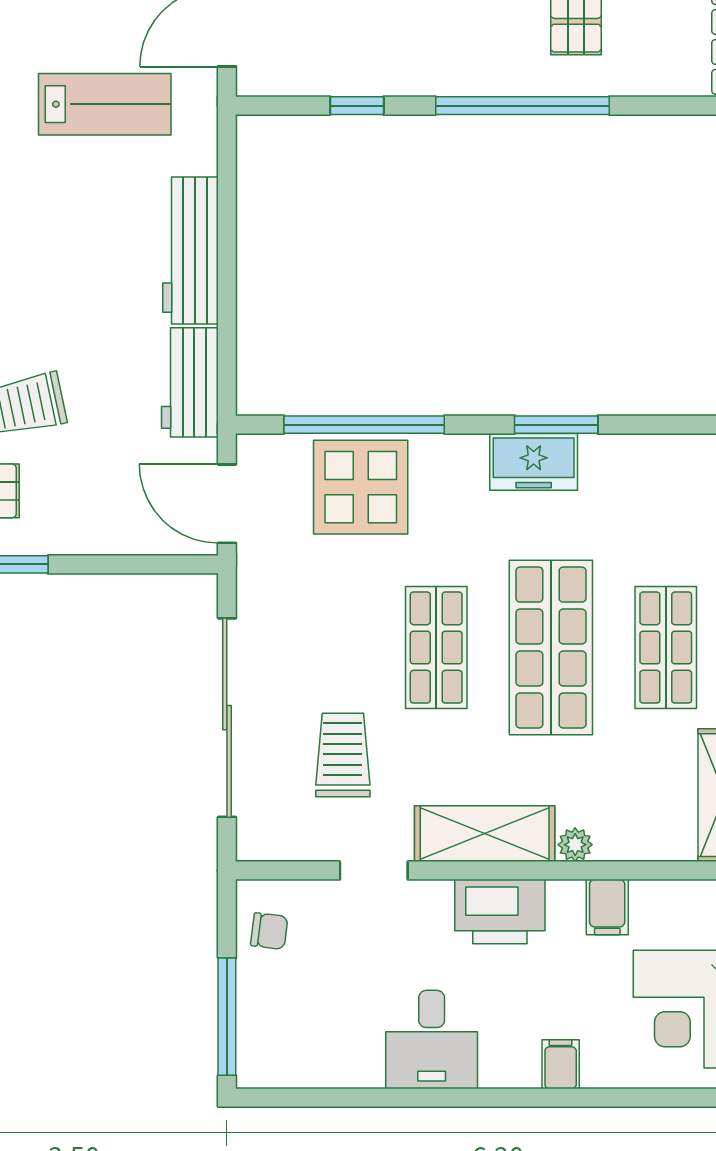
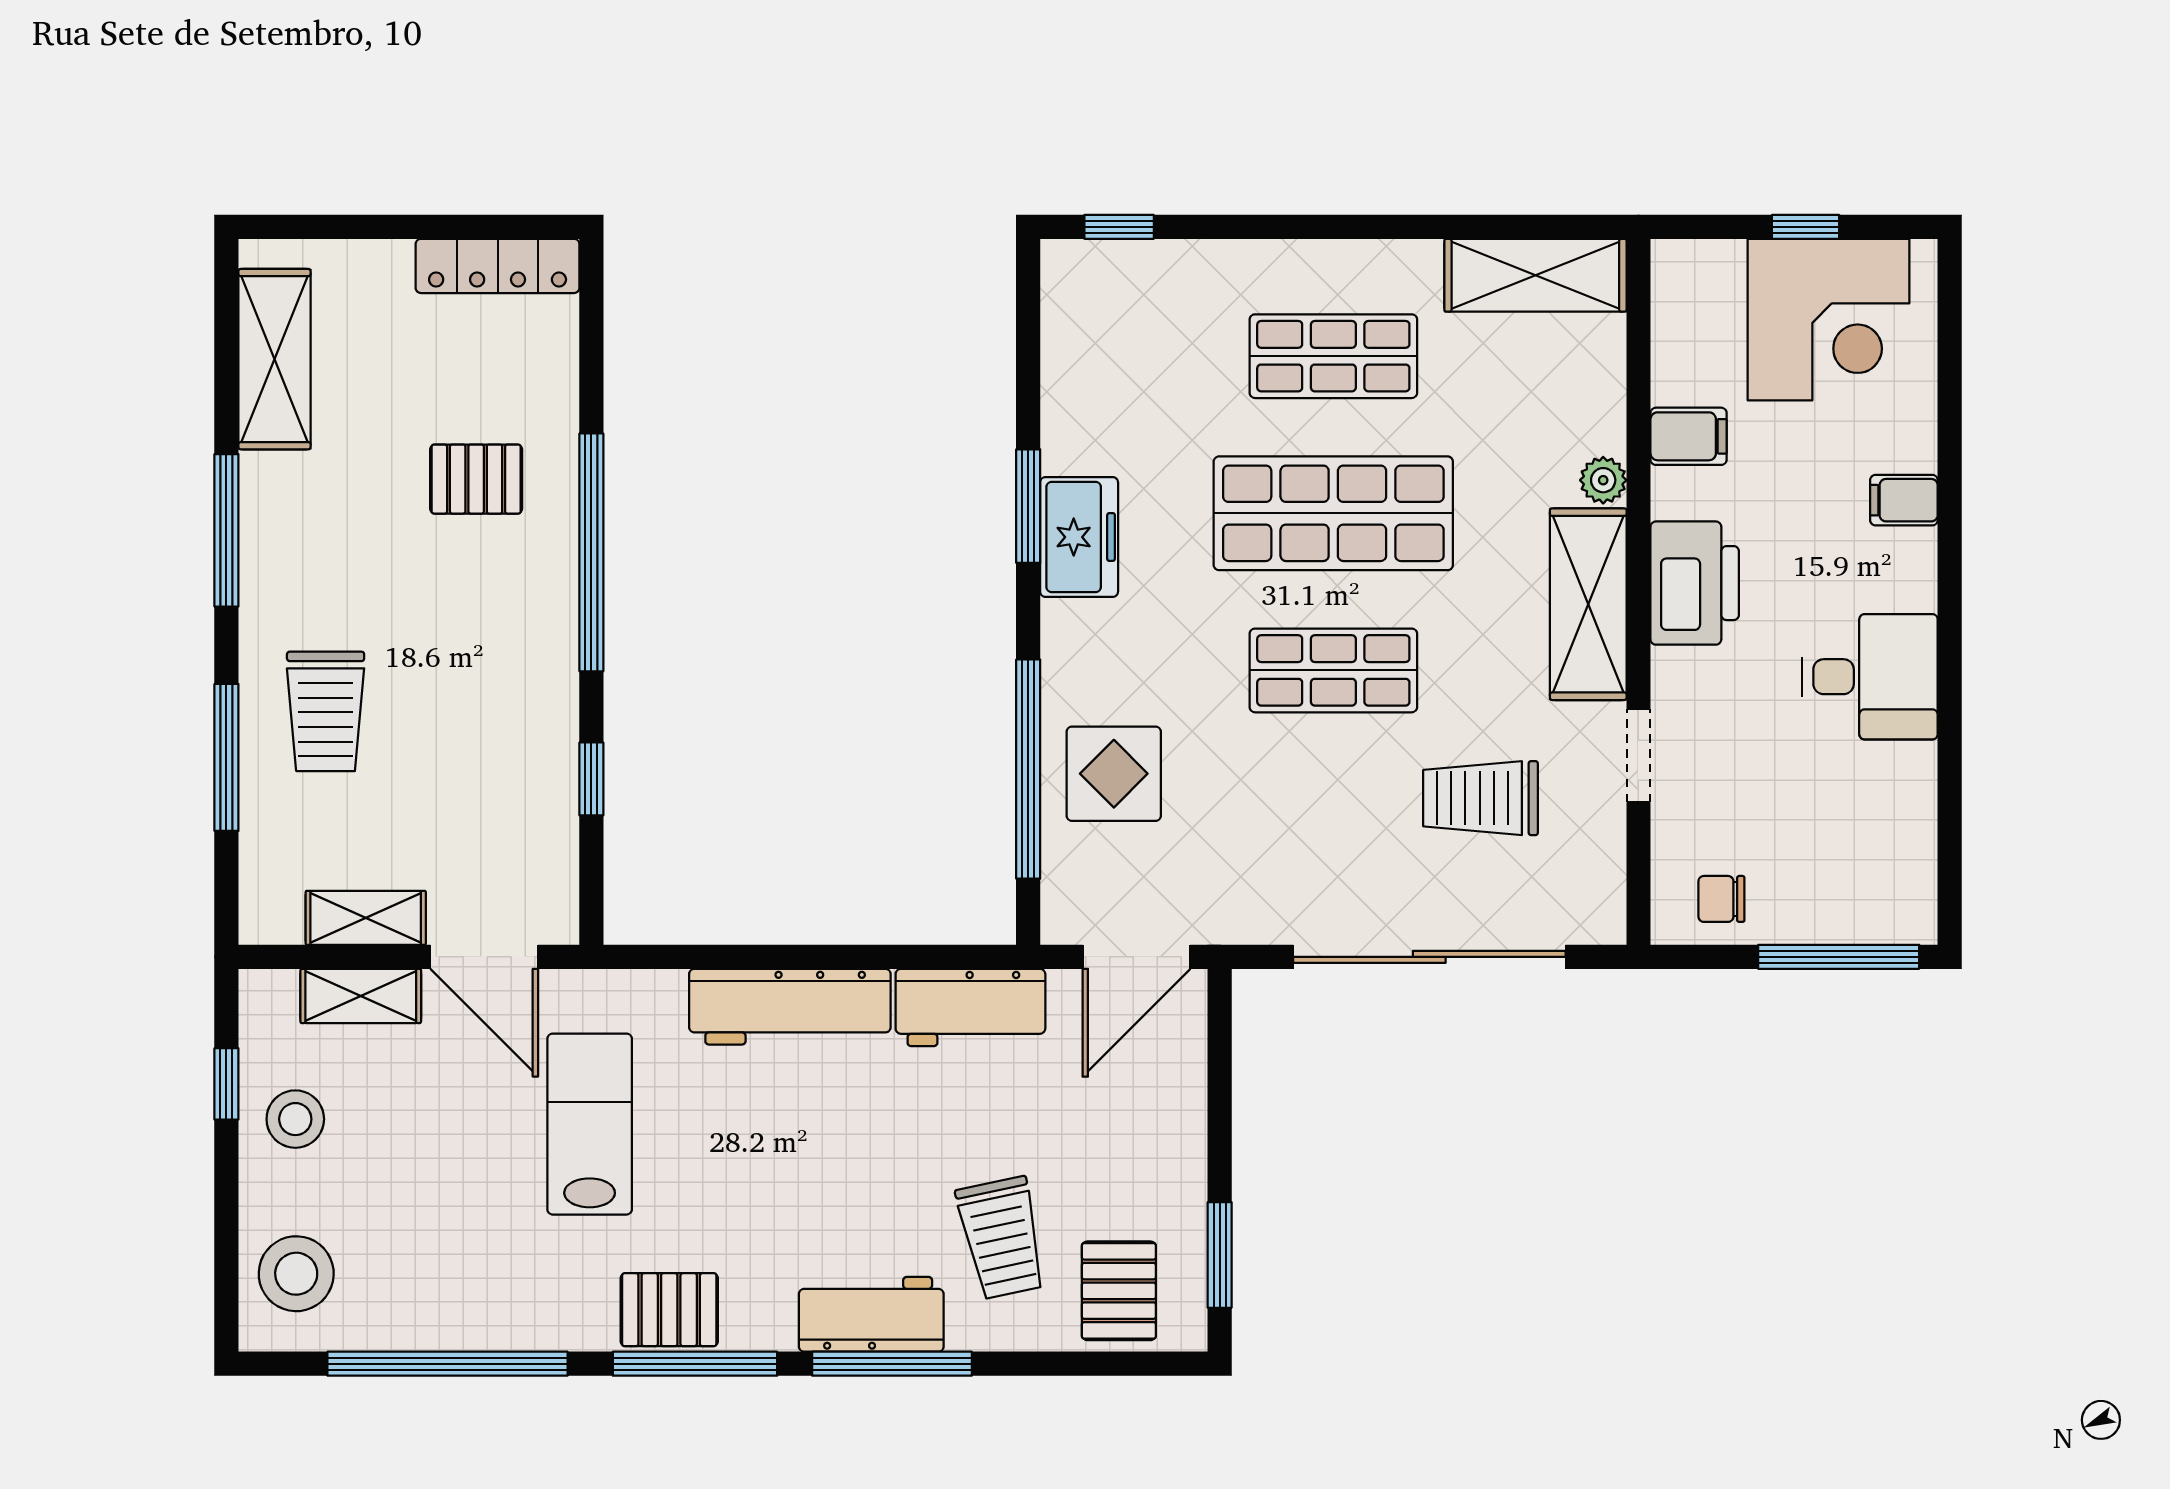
display table: (361, 487) -> (1114, 774), width x0.73, depth x0.73
chair: (269, 931) -> (1721, 899), turned -97

